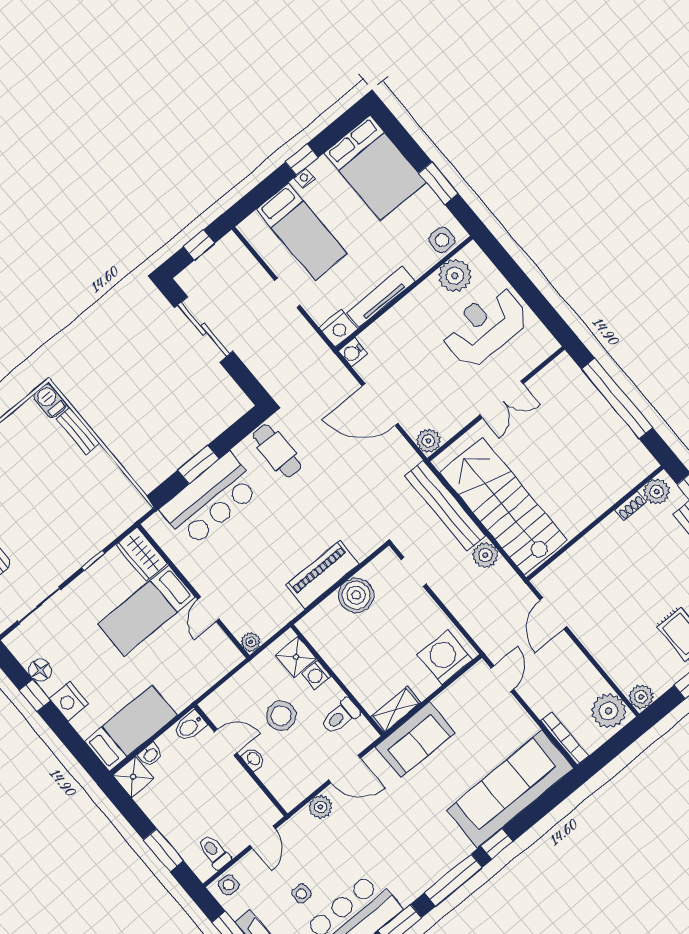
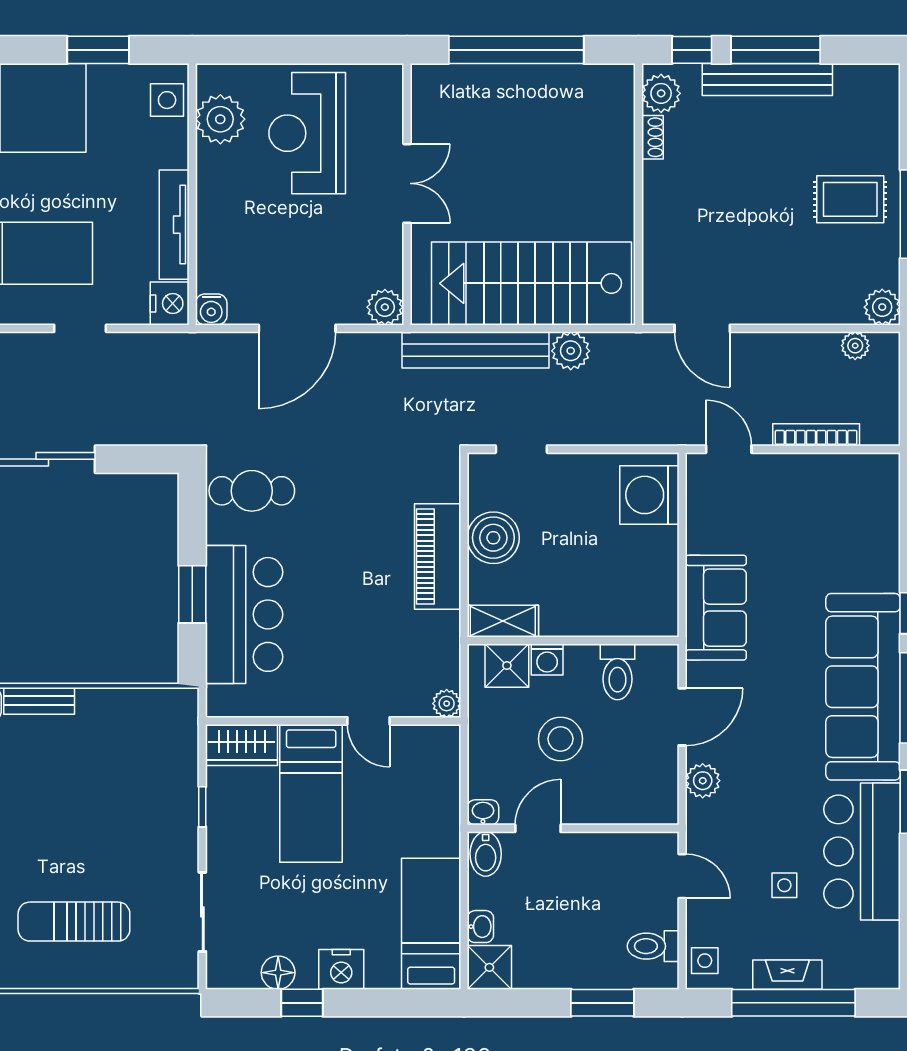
shelving: (396, 710) -> (503, 621), moved, turned 90
plant: (609, 711) -> (855, 346), width x0.53, depth x0.53
bookcase: (565, 738) -> (816, 435), moved
washbasin: (253, 759) -> (483, 812), moved
sofa: (510, 789) -> (863, 687), moved

